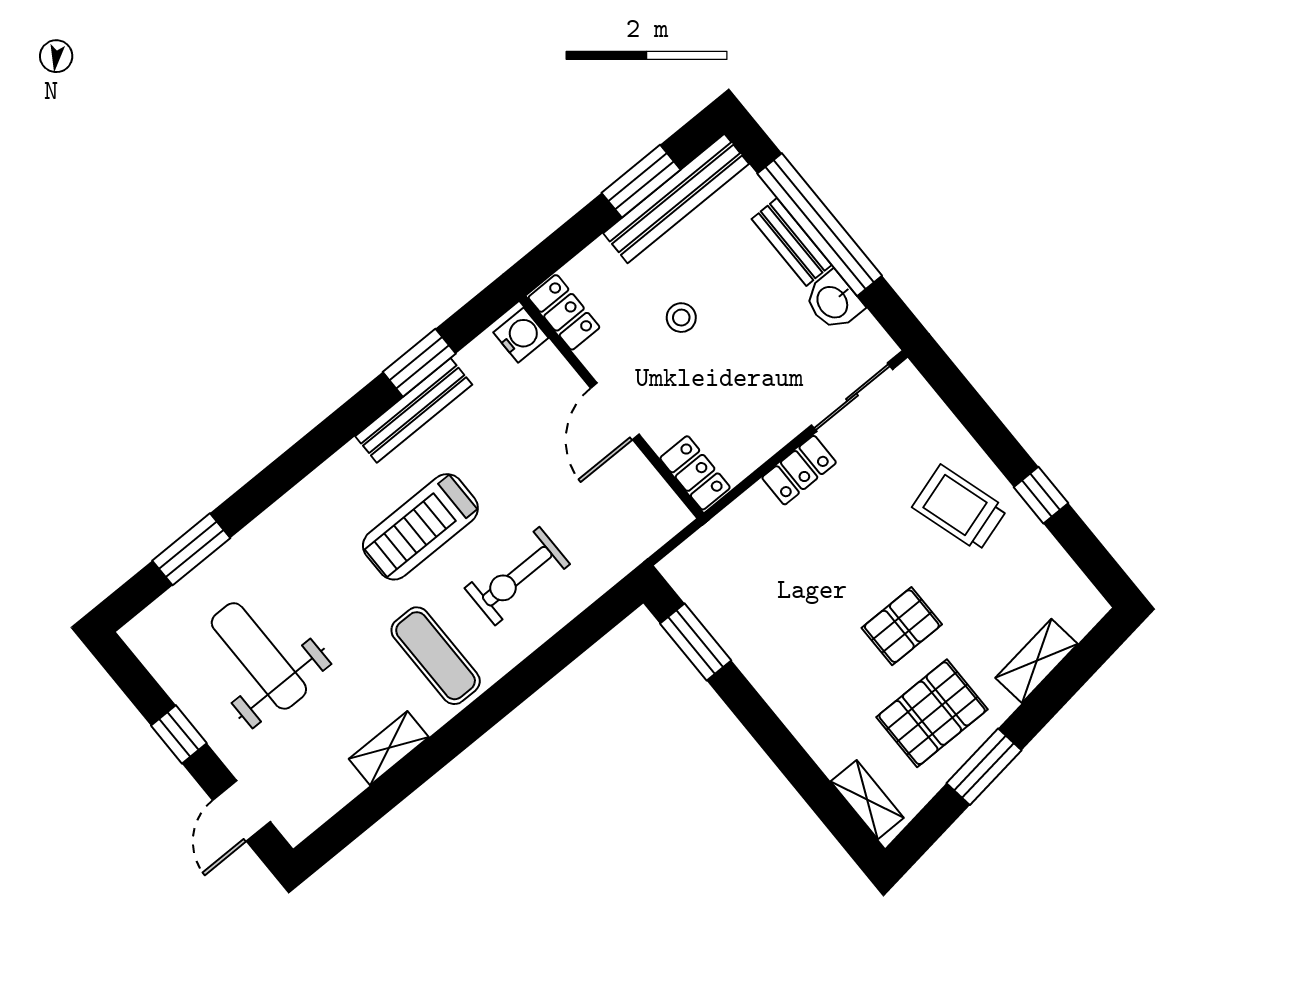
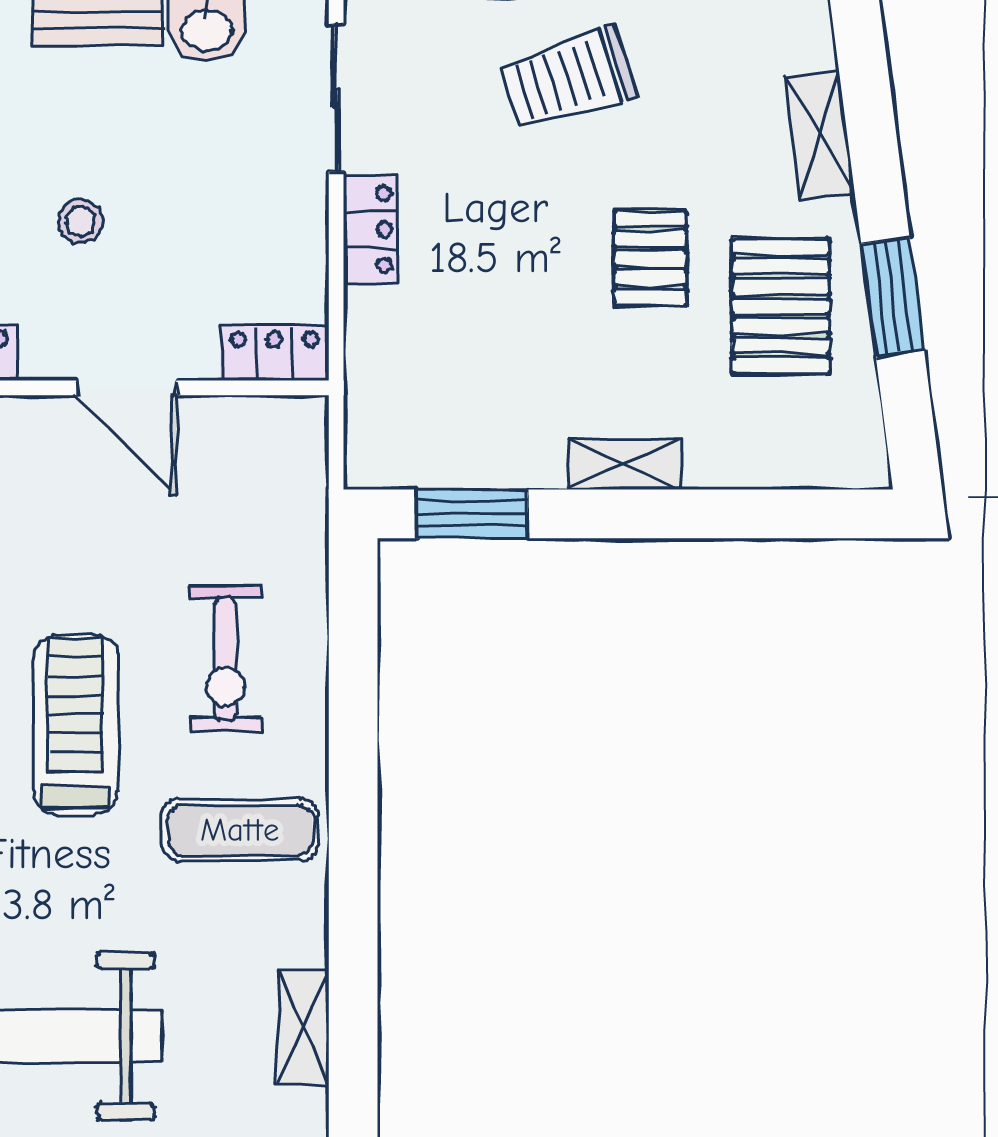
treadmill: (420, 527) -> (76, 725), turned 180
shelving: (389, 748) -> (303, 1027), moved
shelving: (867, 800) -> (625, 464), moved

